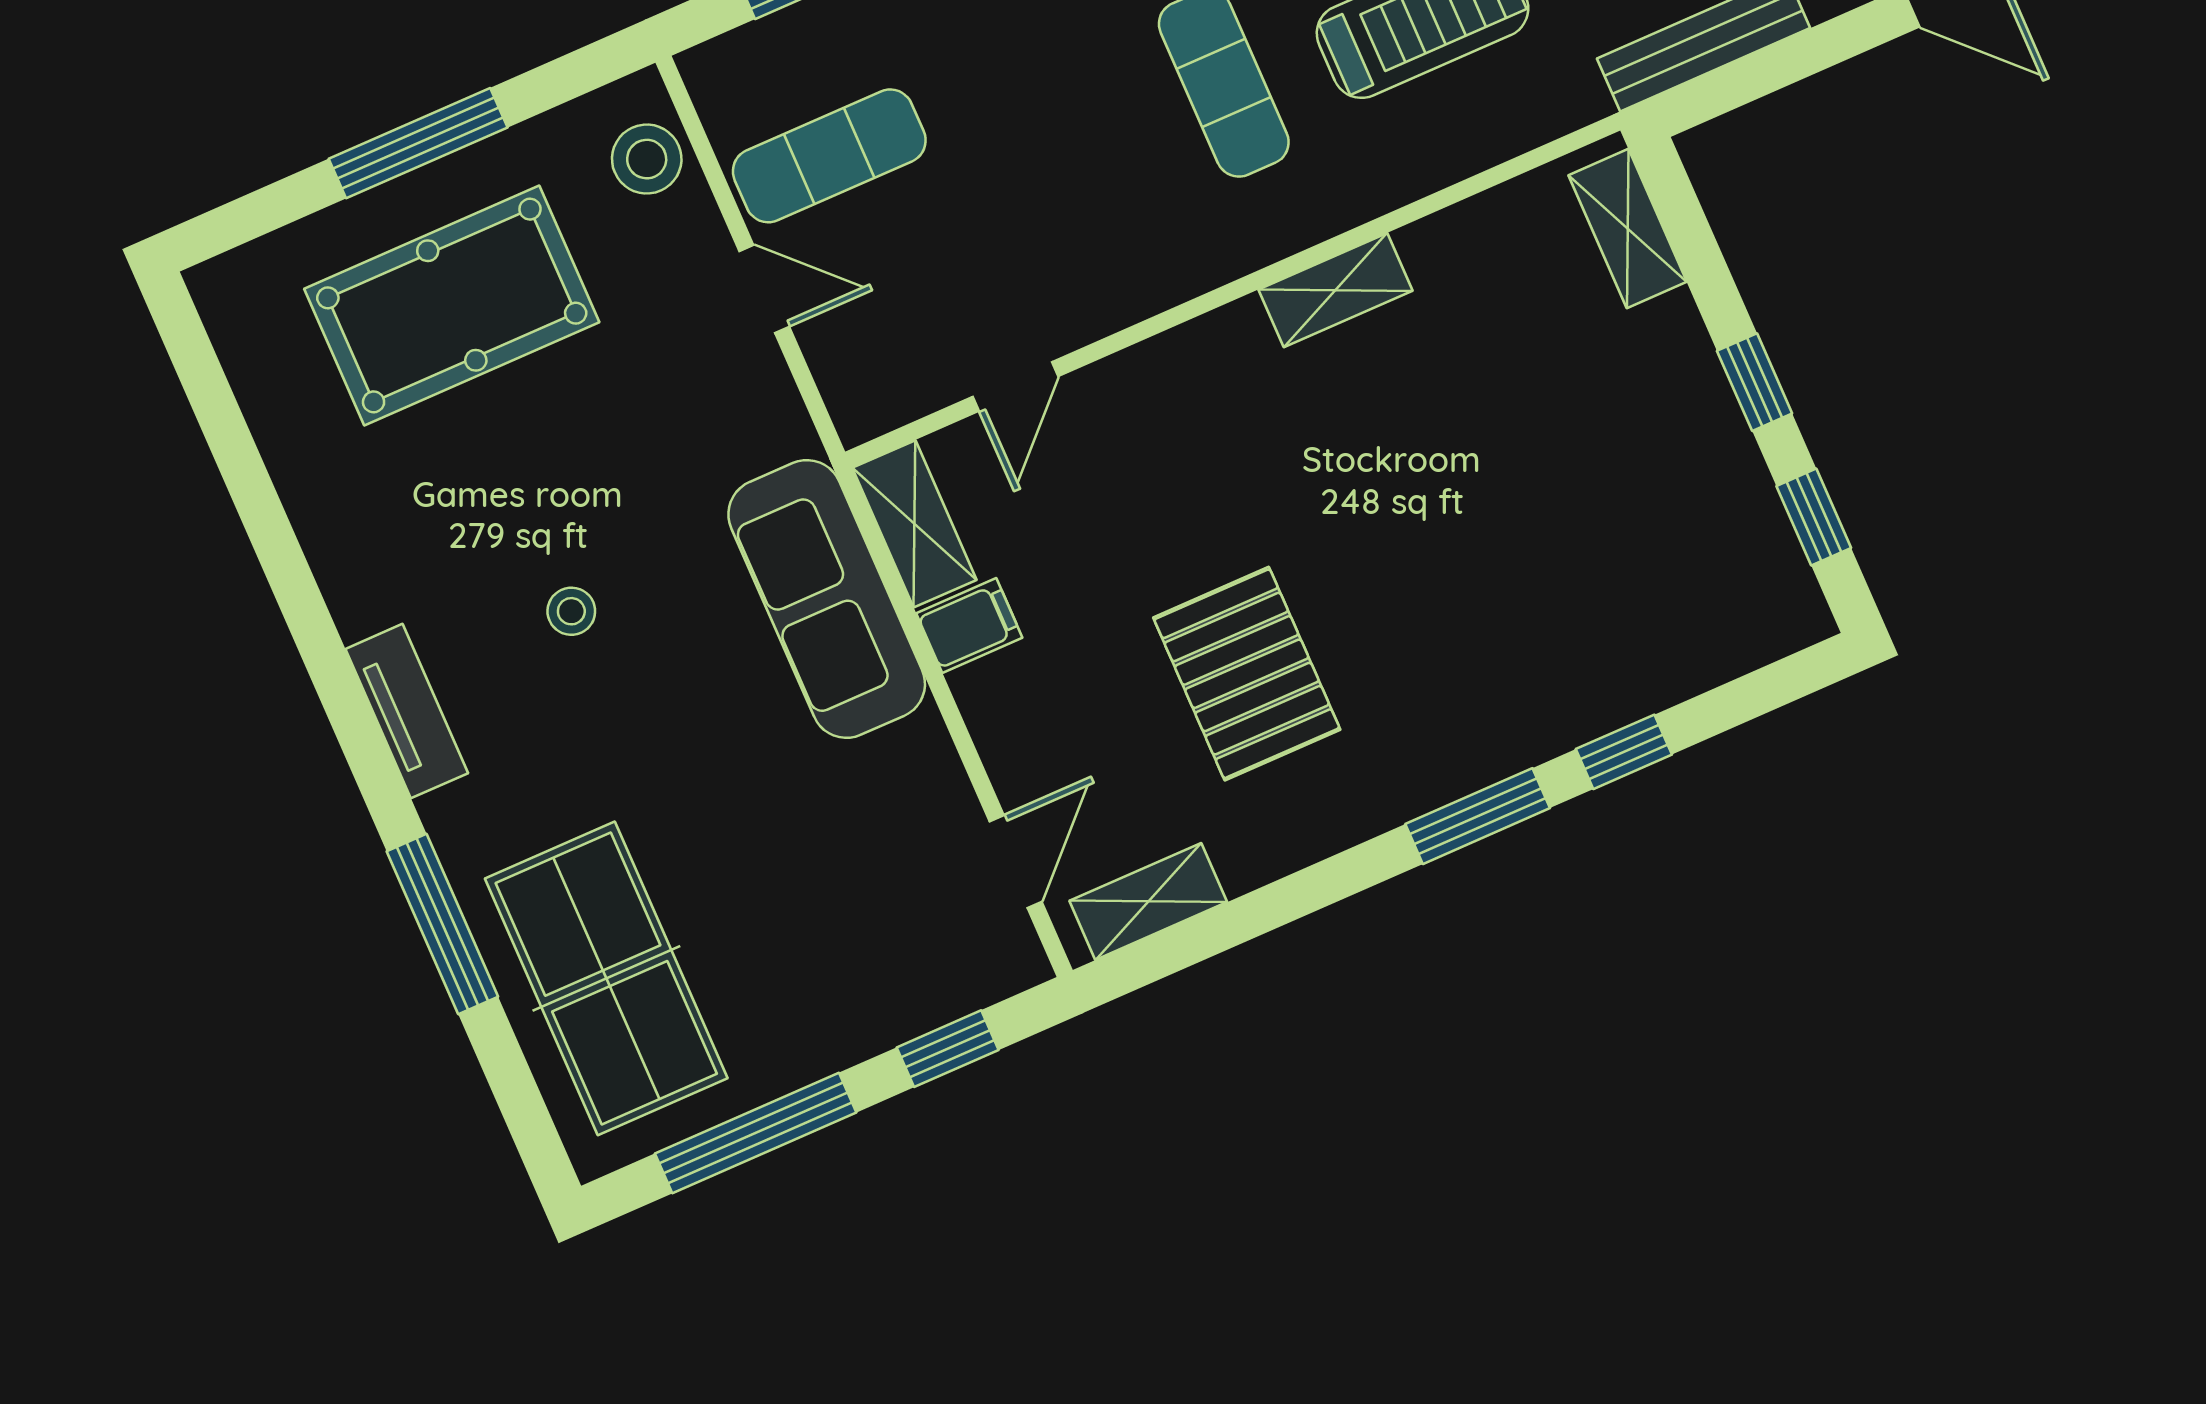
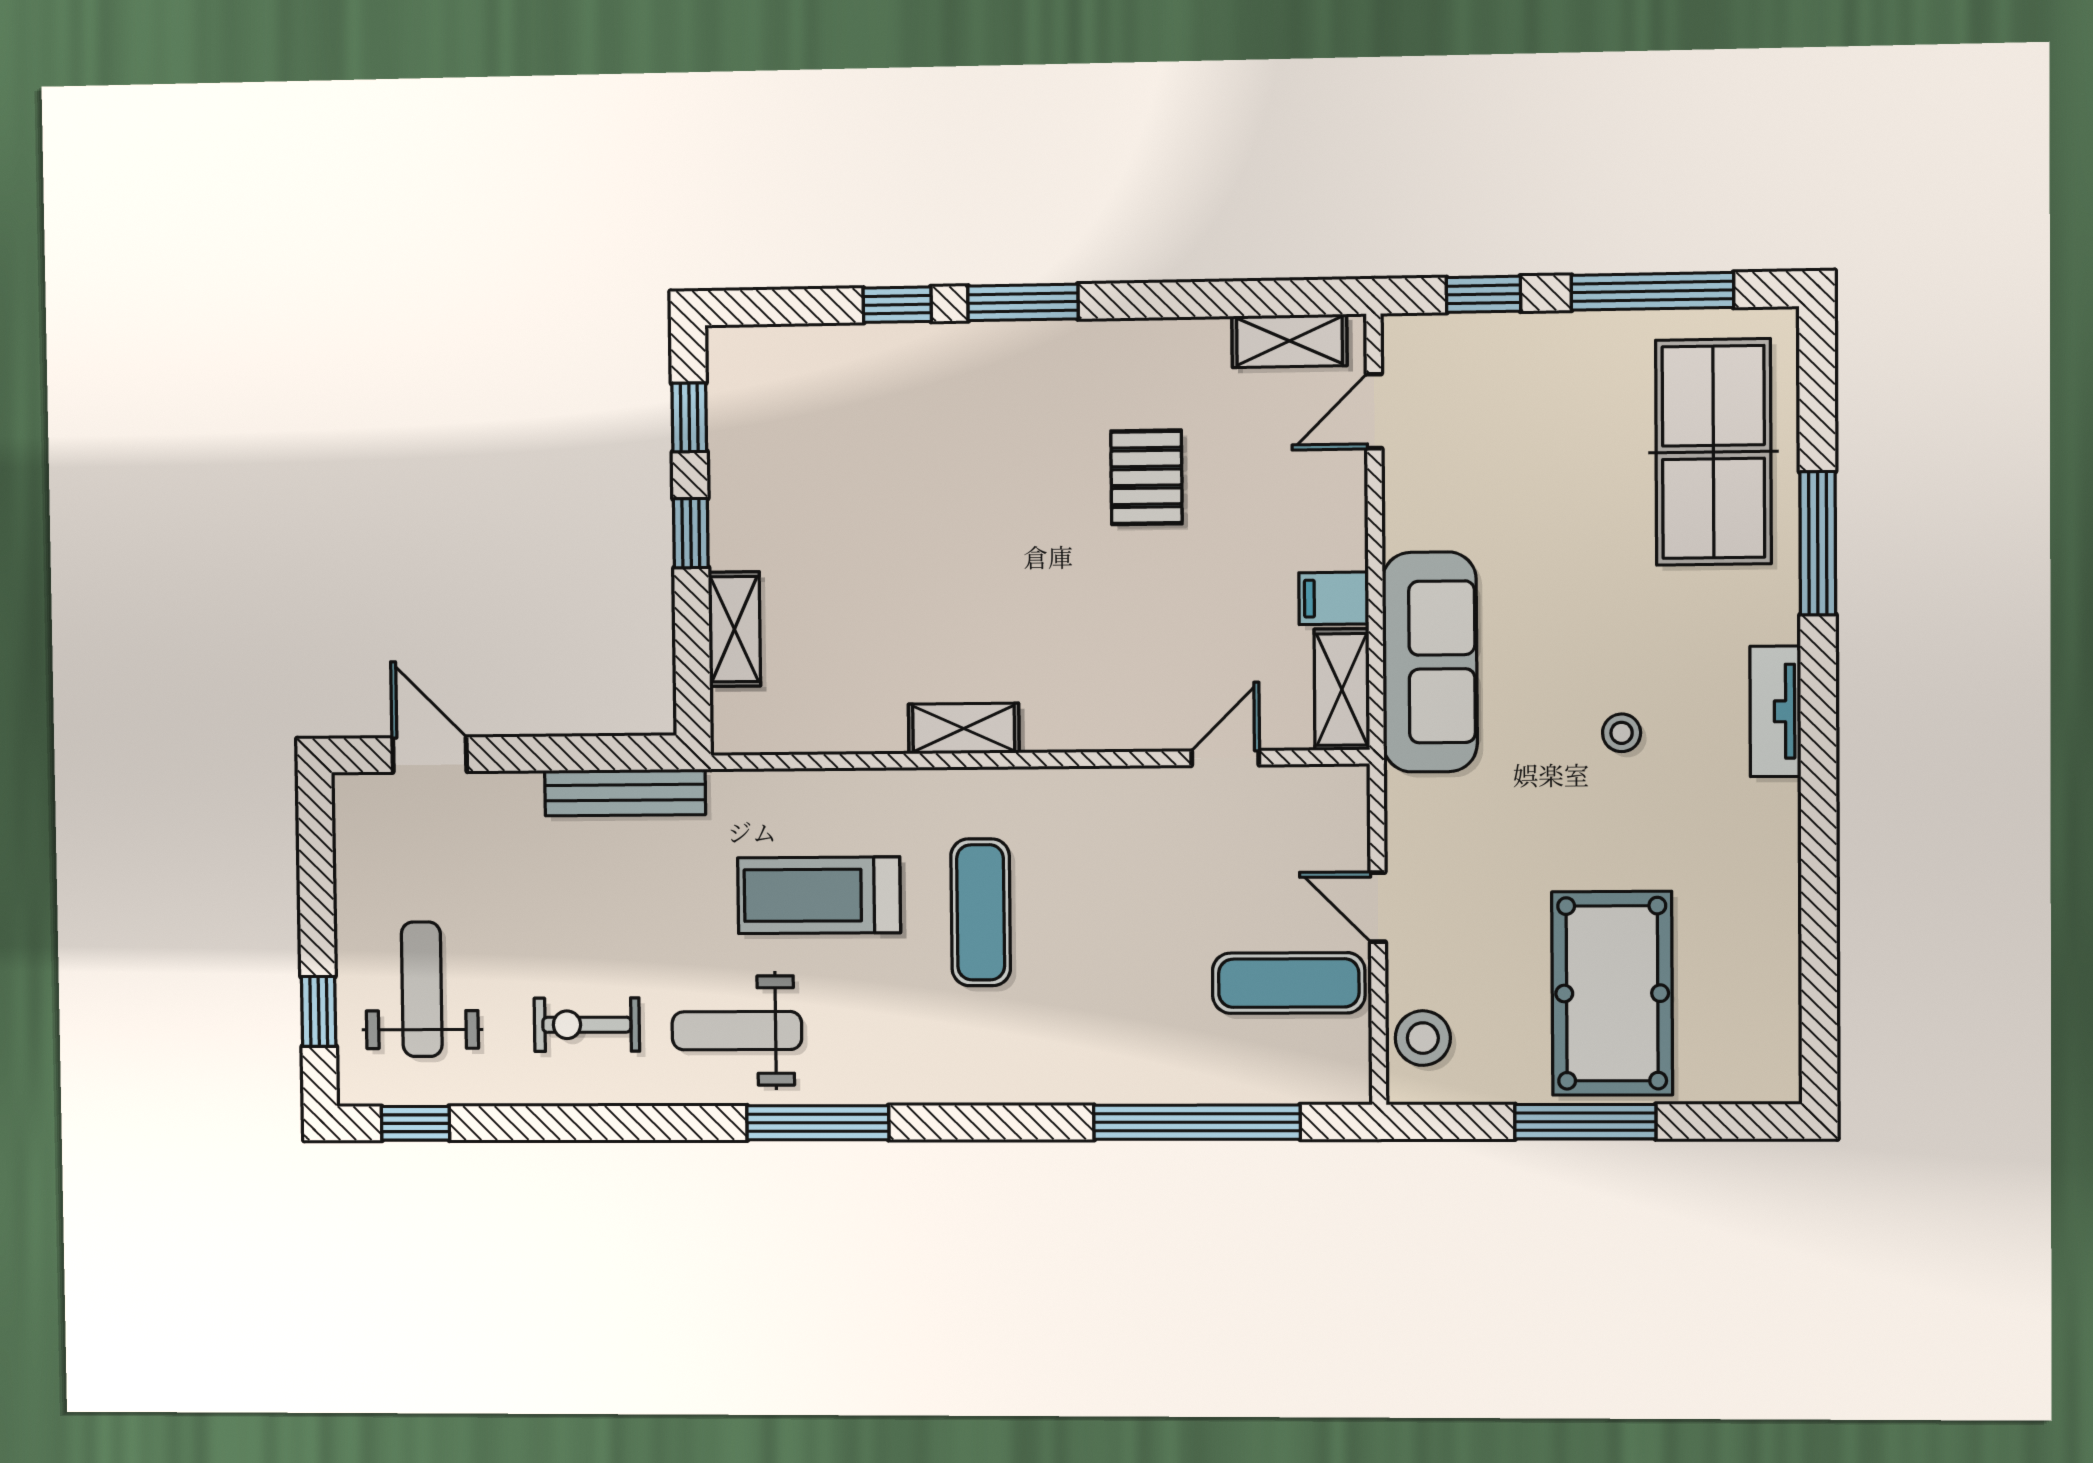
shelving: (1628, 229) -> (734, 629), moved
pool table: (452, 306) -> (1612, 993), turned 90
pallet: (1247, 674) -> (1146, 477), width x0.67, depth x0.71

